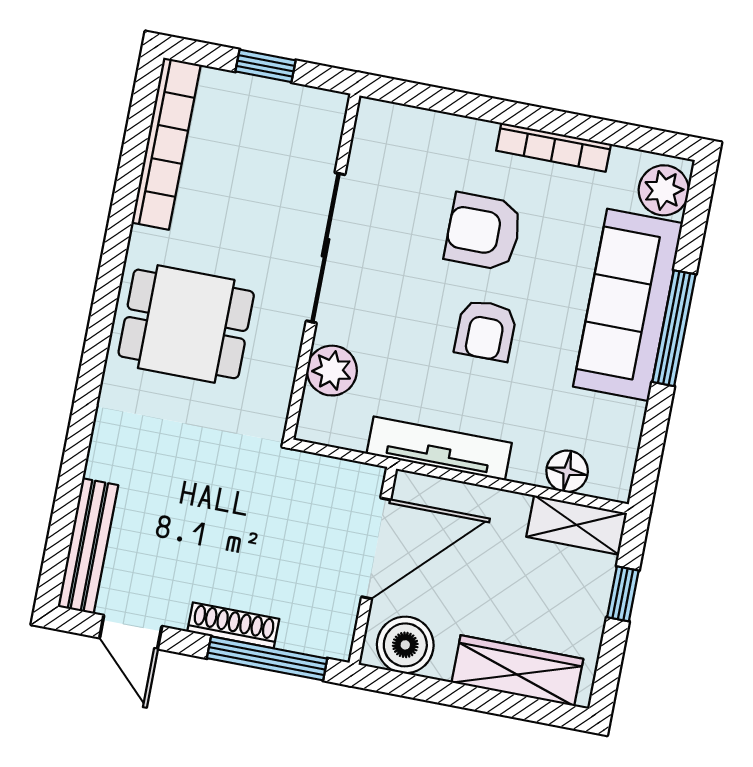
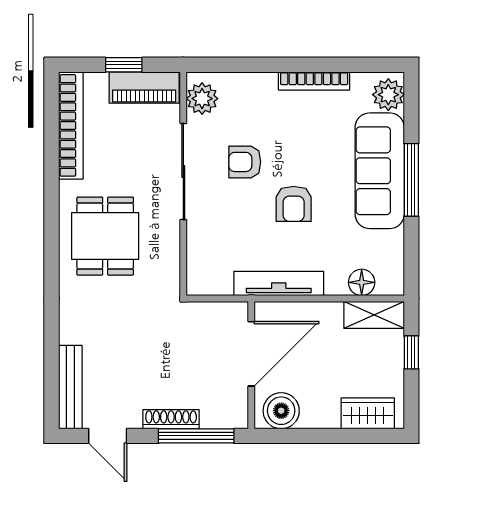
piano: (290, 107) -> (144, 88), added
armchair: (483, 232) -> (245, 162), moved, width x0.72, depth x0.72
dining table: (186, 324) -> (105, 236), turned 90
plant: (332, 371) -> (202, 99), moved
wardrobe: (517, 671) -> (368, 413), width x0.67

